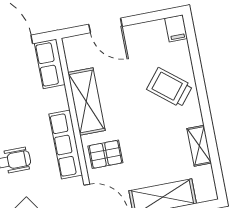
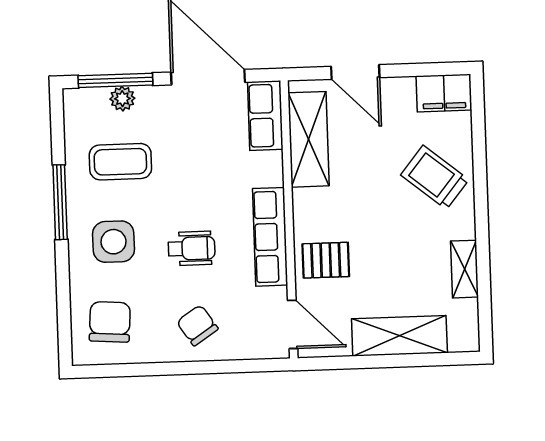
filing cabinet: (176, 28) -> (444, 93), width x2.00
shelving: (86, 101) -> (309, 139), moved

